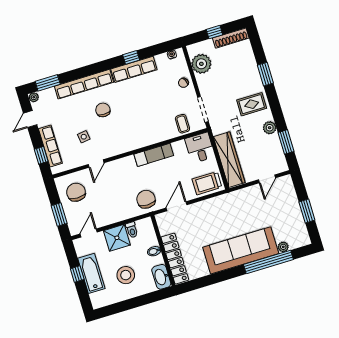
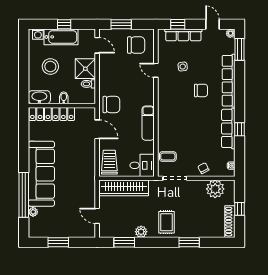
washing machine: (96, 298) -> (38, 34), added

